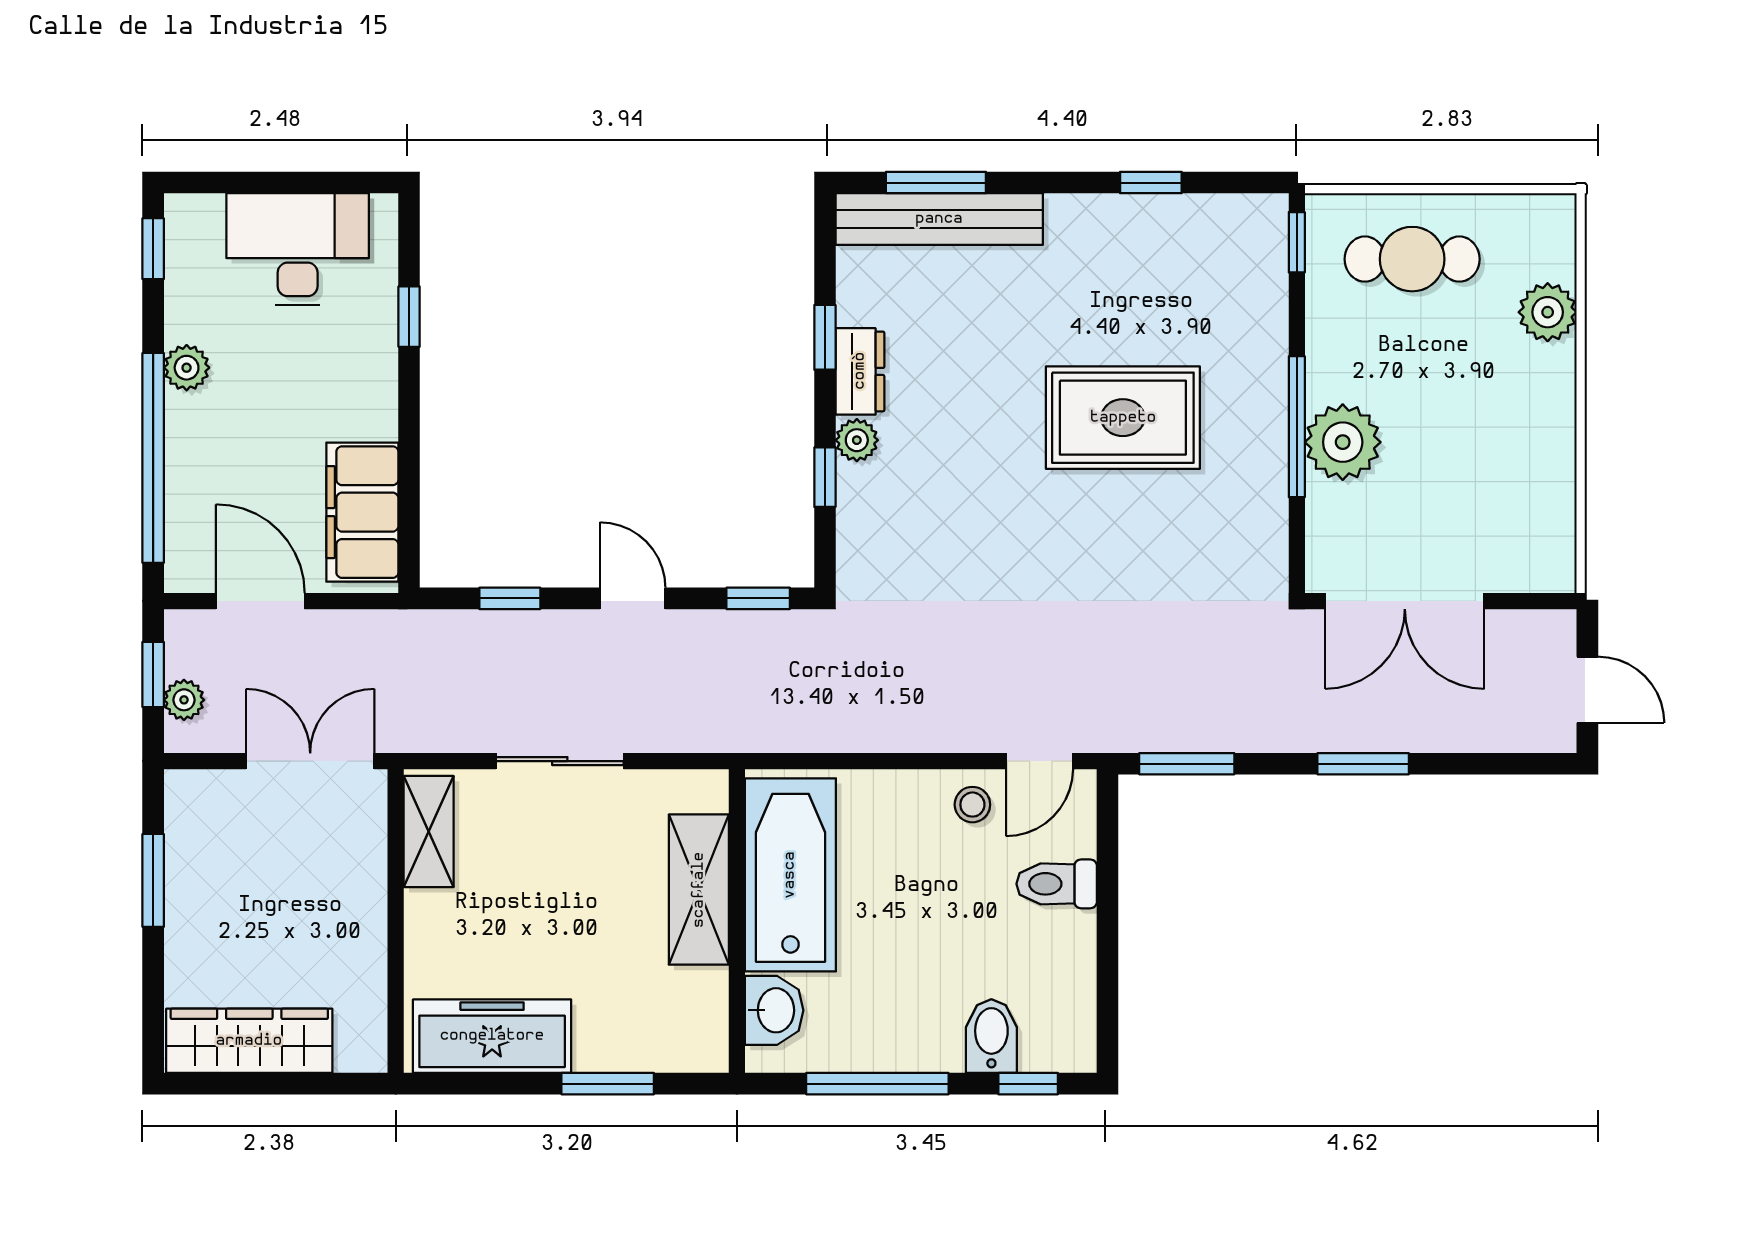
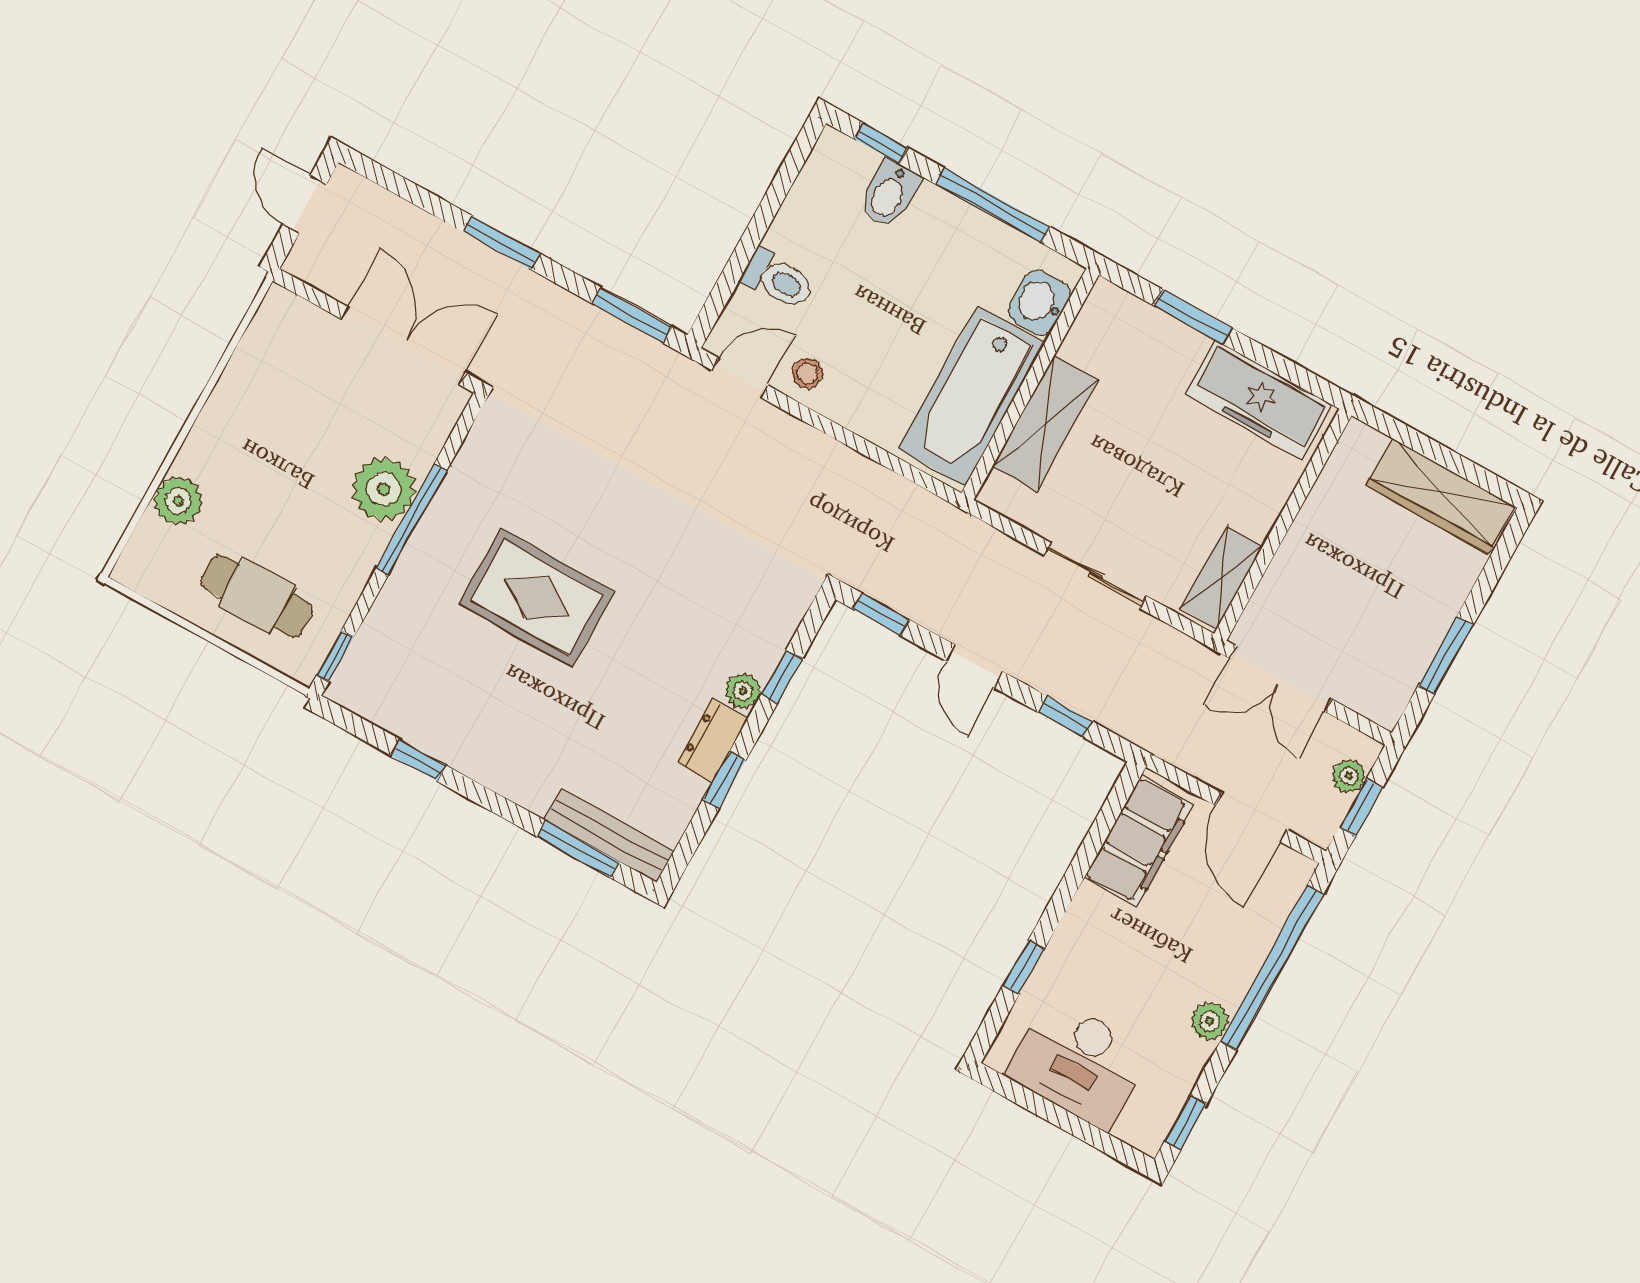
bench: (939, 219) -> (609, 836), width x0.73, depth x0.82

